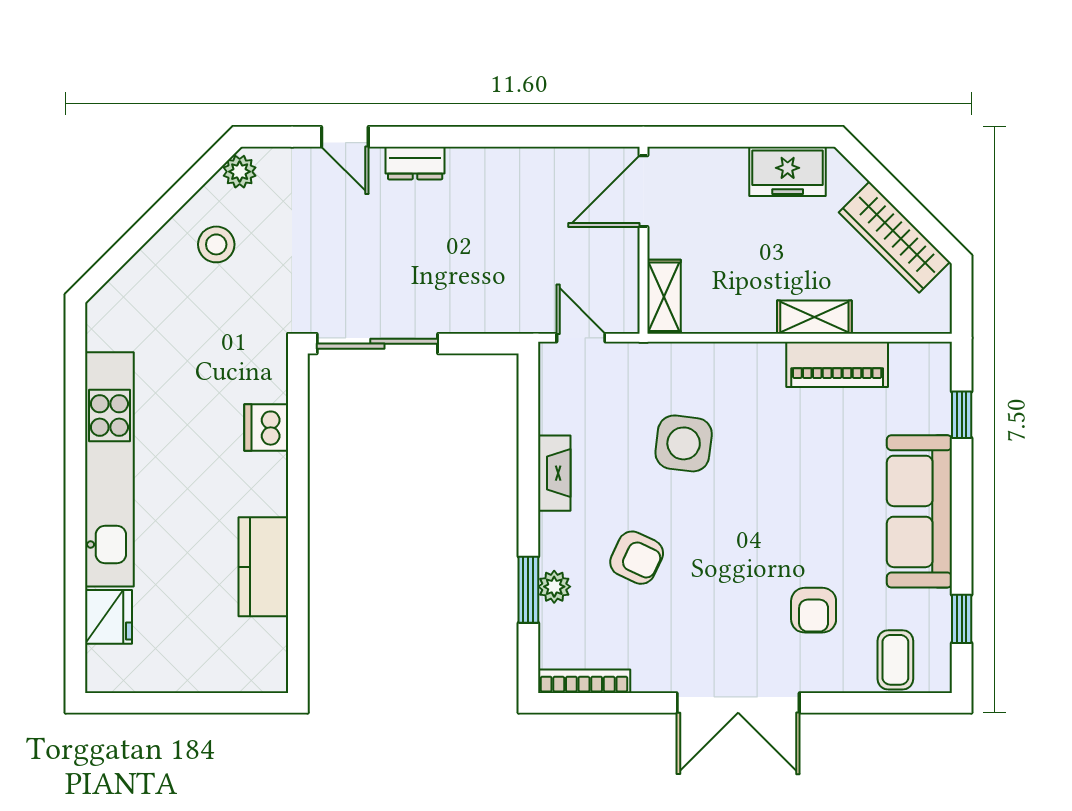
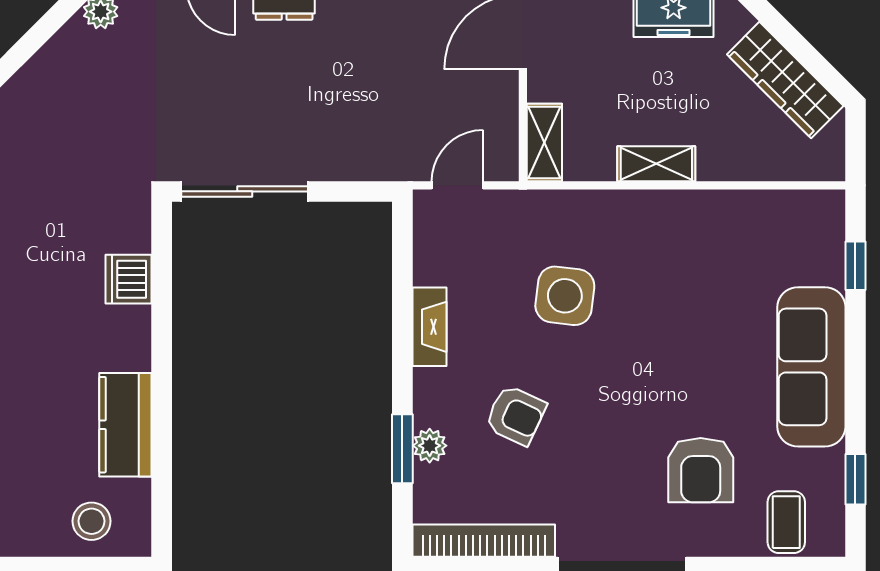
stool: (216, 244) -> (92, 521), moved
shelving: (814, 317) -> (656, 164), moved
door: (581, 338) -> (457, 185), hinge flipped
piano: (837, 364) -> (725, 213), removed
armchair: (814, 610) -> (701, 470), width x1.38, depth x1.38
bookcase: (584, 681) -> (484, 541), width x1.48, depth x1.31

